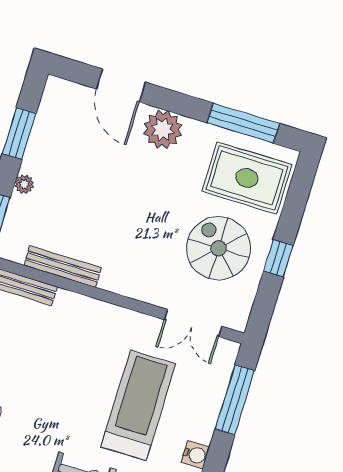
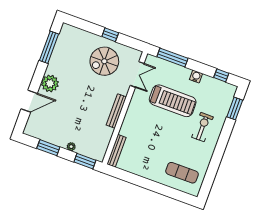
rug: (247, 178) -> (74, 47), removed
bench: (63, 267) -> (116, 111), moved
treadmill: (138, 405) -> (173, 101), turned 180

